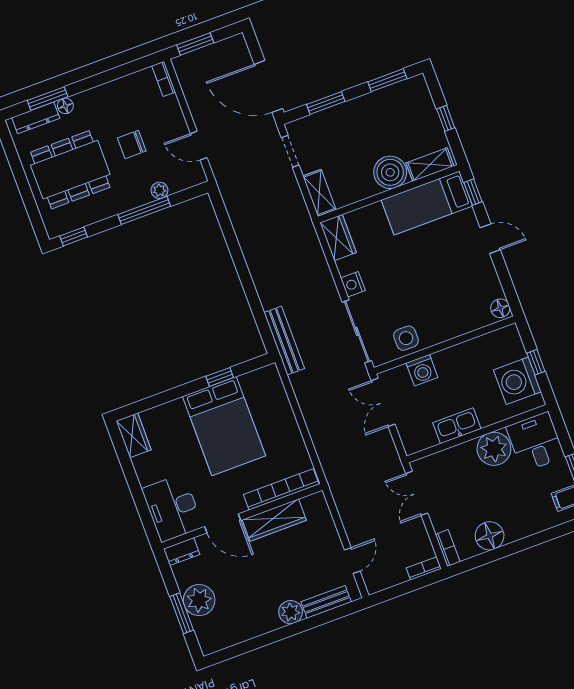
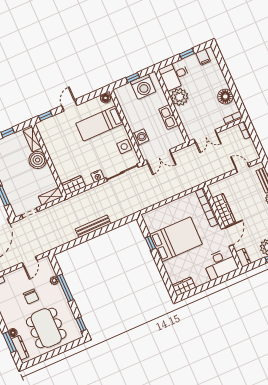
bed: (427, 203) -> (100, 123), moved, turned 90
bench: (284, 341) -> (93, 226), moved

